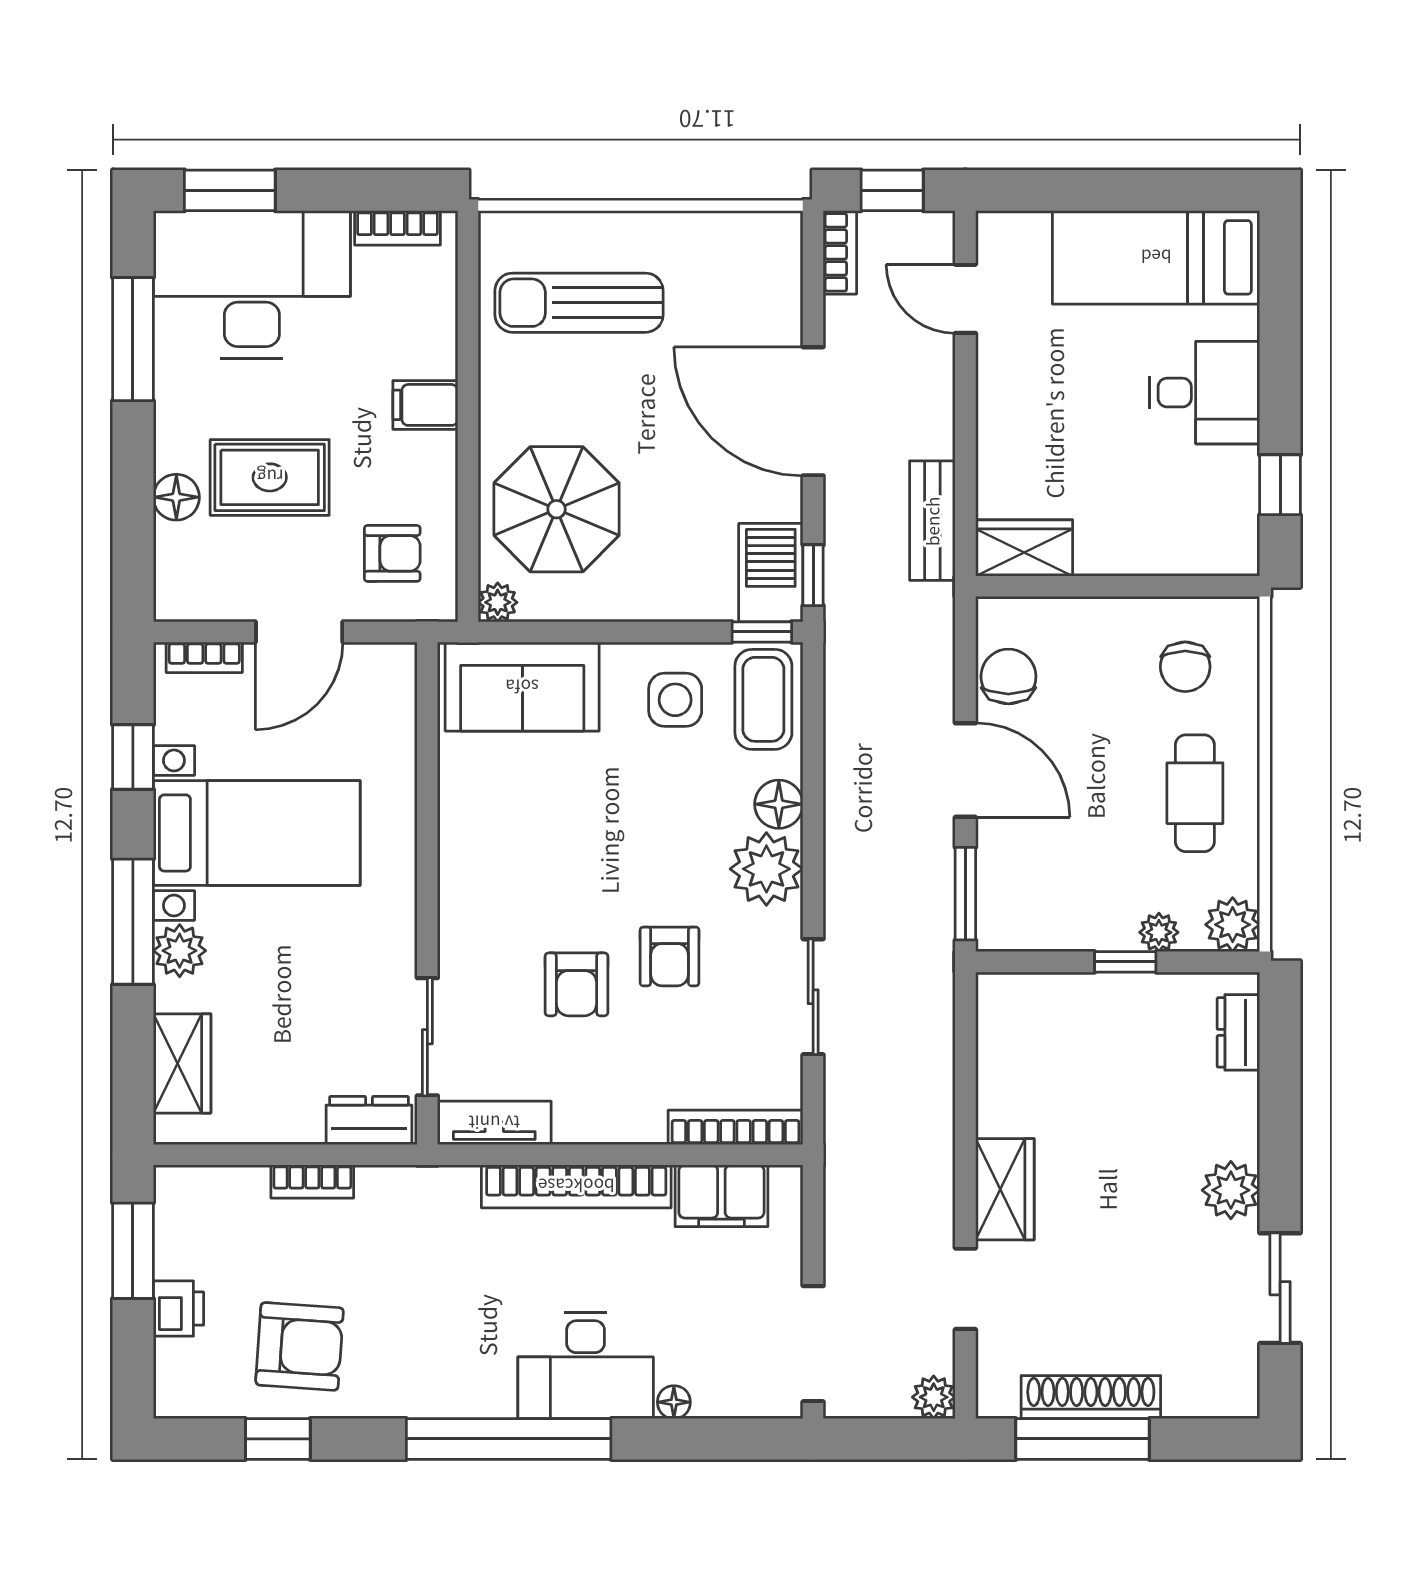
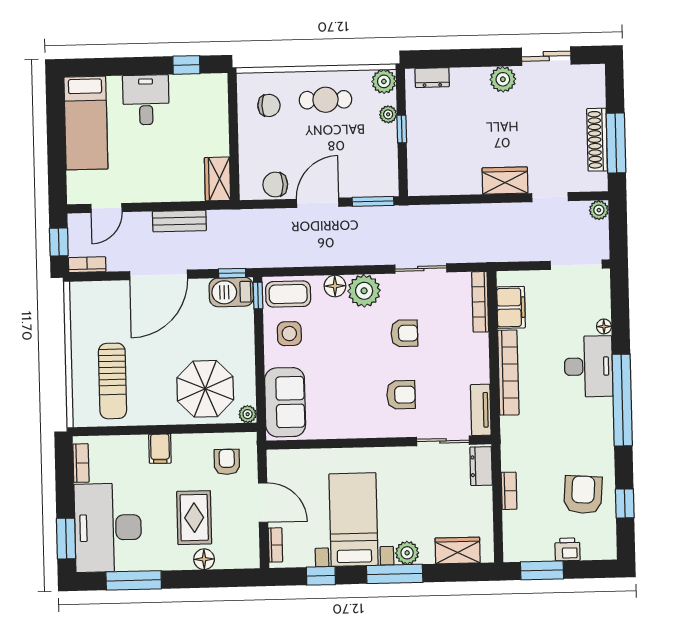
bench: (932, 521) -> (179, 221), moved
armchair: (576, 984) -> (401, 395), moved

